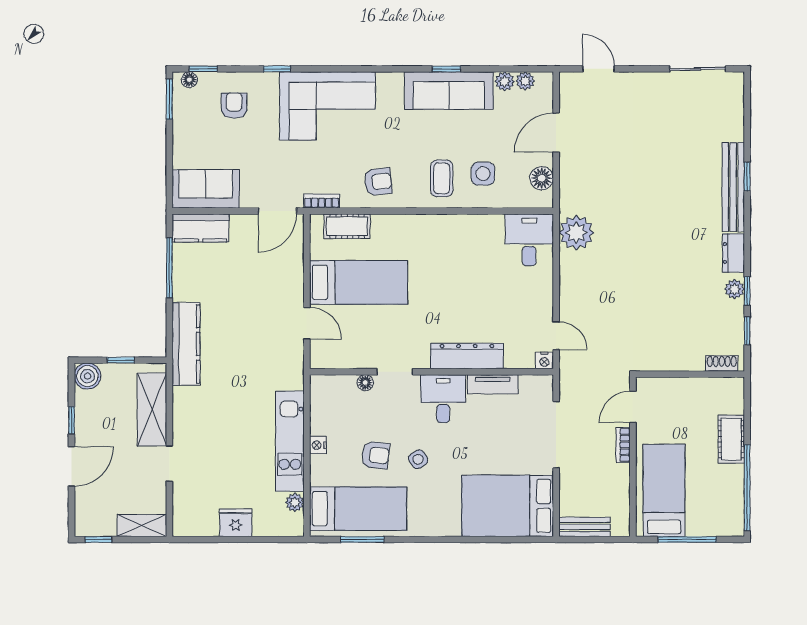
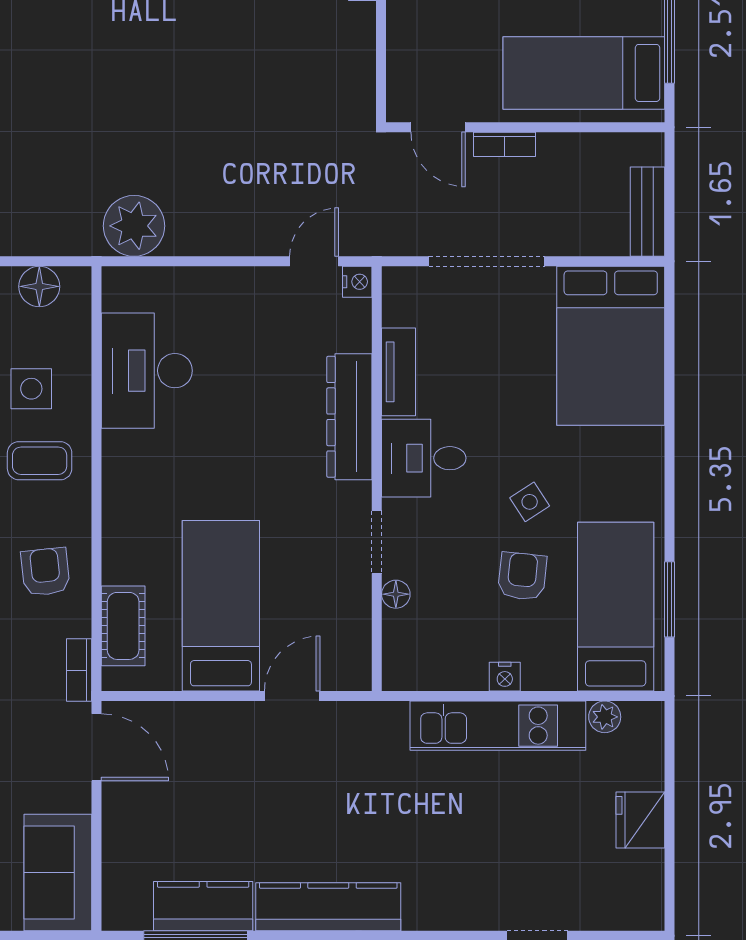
kitchen counter: (201, 228) -> (203, 906), moved, turned -90
desk: (529, 240) -> (147, 371), moved, width x1.37

